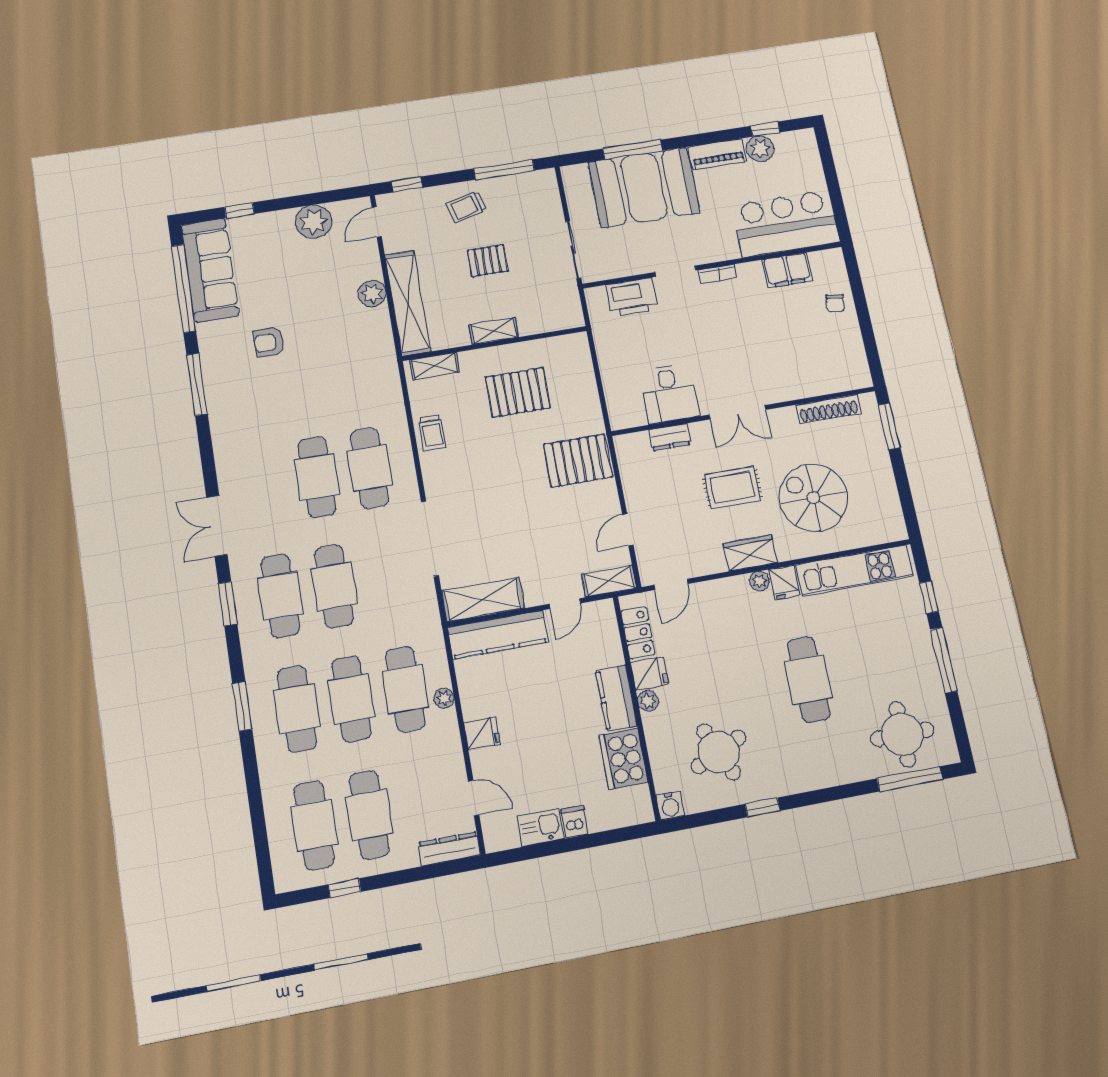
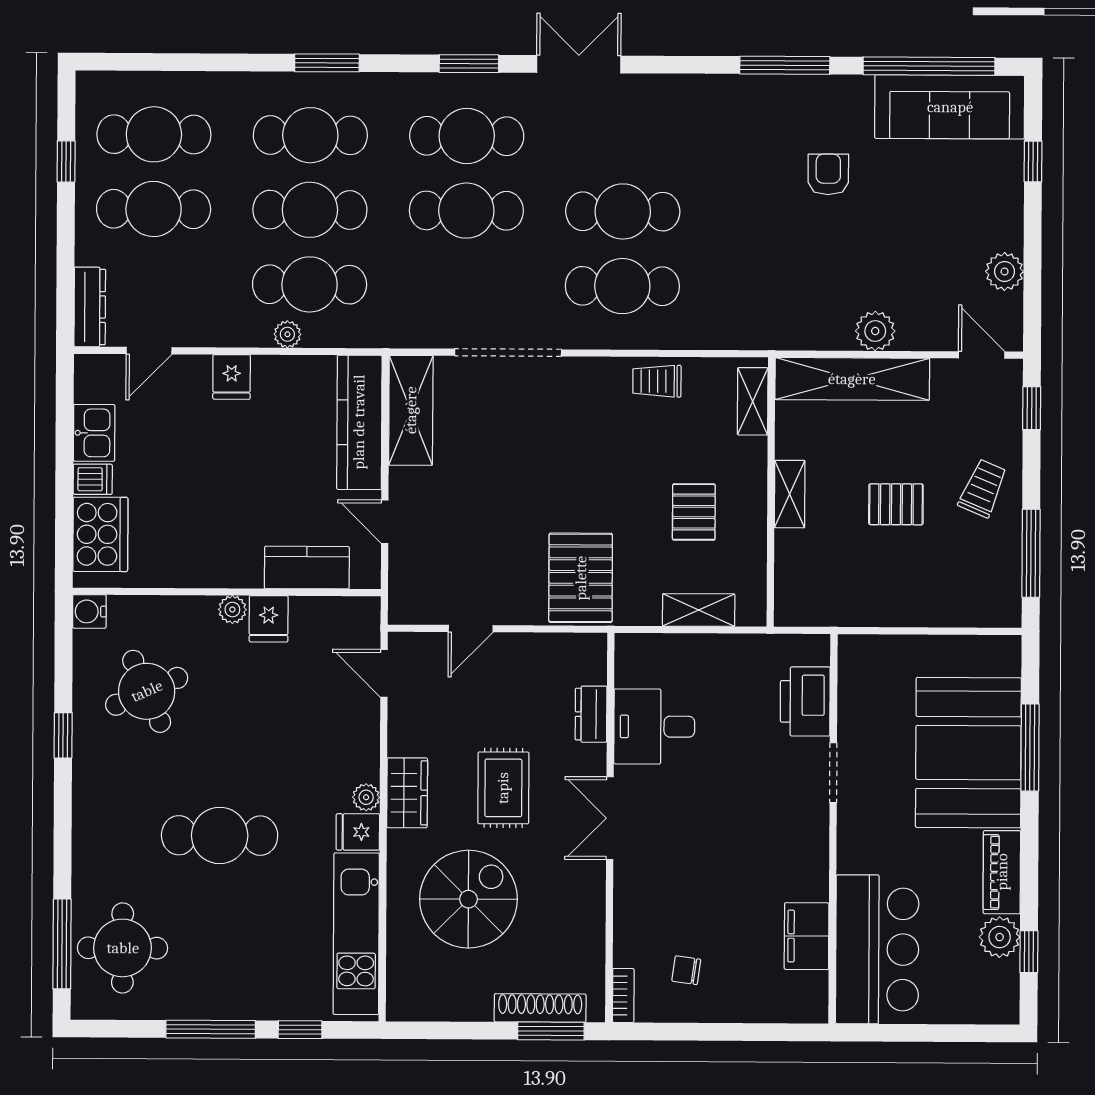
trolley: (466, 207) -> (983, 488), turned 37
plant: (313, 222) -> (1005, 271), width x0.73, depth x0.73
sliding door: (573, 250) -> (891, 631), removed
pallet: (488, 261) -> (896, 504), turned 90
bookcase: (718, 274) -> (623, 996), moved, turned 180
chair: (835, 303) -> (686, 970), moved
pallet: (518, 392) -> (694, 512), width x0.67, depth x0.71
shoe rack: (828, 409) -> (540, 1008), moved, turned 90
door: (628, 530) -> (471, 629), swing flipped
shelving: (609, 581) -> (699, 610), moved, turned 90
locker: (638, 633) -> (327, 614), removed
kitchen counter: (616, 698) -> (307, 568), moved
cooker: (623, 759) -> (100, 534), moved, turned 90

